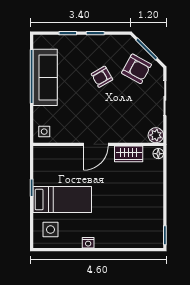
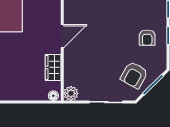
armchair: (102, 77) -> (147, 38), moved, turned -150
door: (96, 144) -> (62, 36), swing flipped

